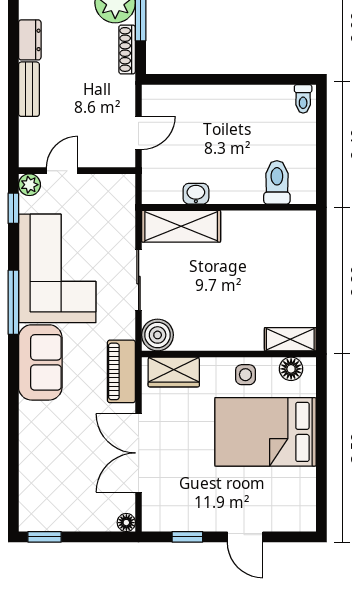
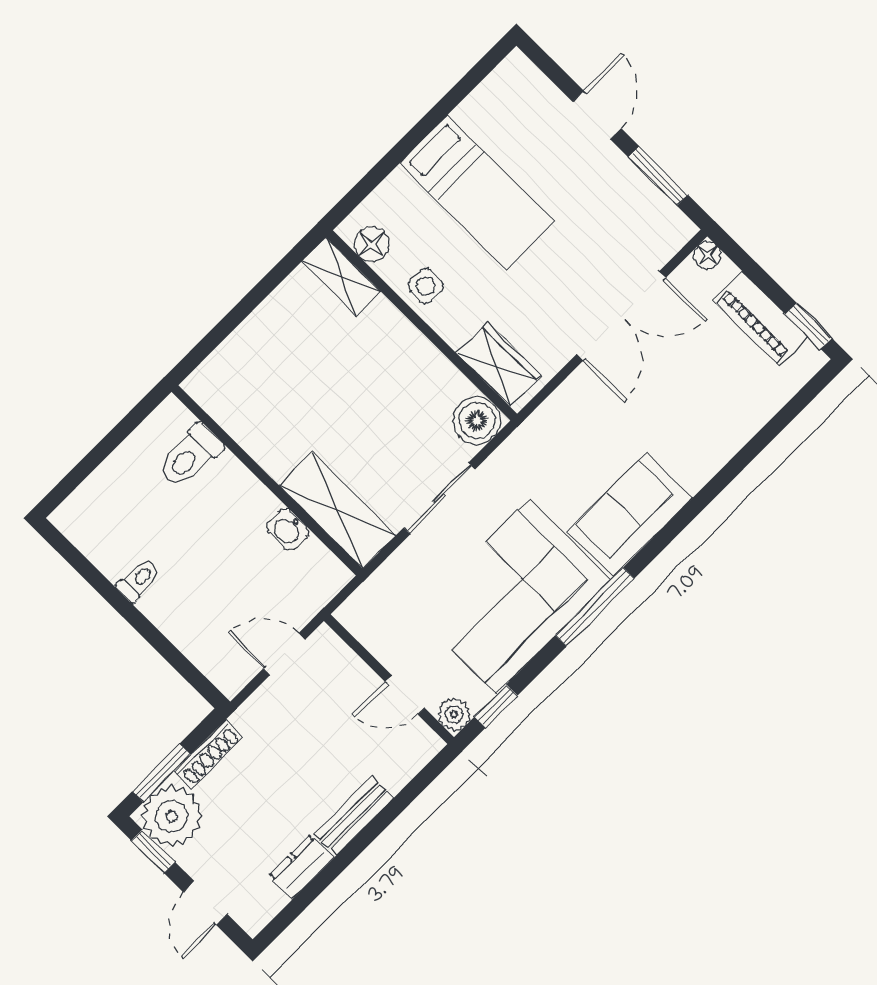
toilet: (303, 99) -> (138, 580), moved
piano: (121, 371) -> (761, 319), moved, turned 90
bed: (265, 432) -> (477, 192), width x0.67
window: (187, 537) -> (658, 176), width x1.50

